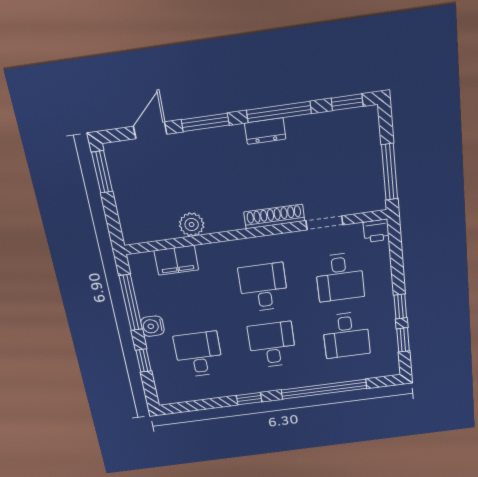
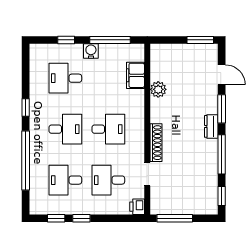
dresser: (265, 131) -> (211, 126), moved
desk: (199, 354) -> (65, 78), turned 180

